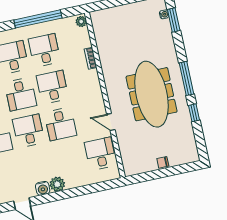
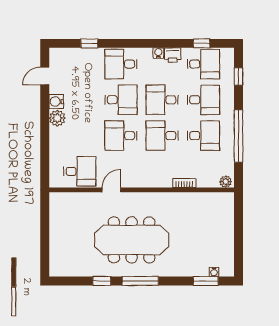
desk: (52, 87) -> (162, 136), turned 180
chair: (163, 162) -> (56, 236), removed

